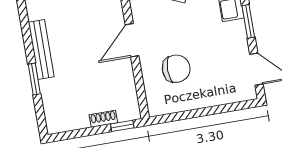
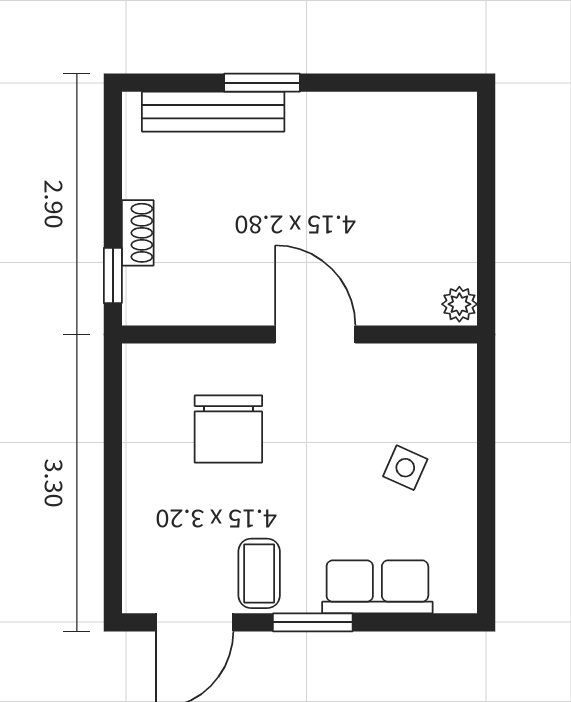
coffee table: (232, 46) -> (259, 573), added
bench: (41, 49) -> (213, 112), moved

